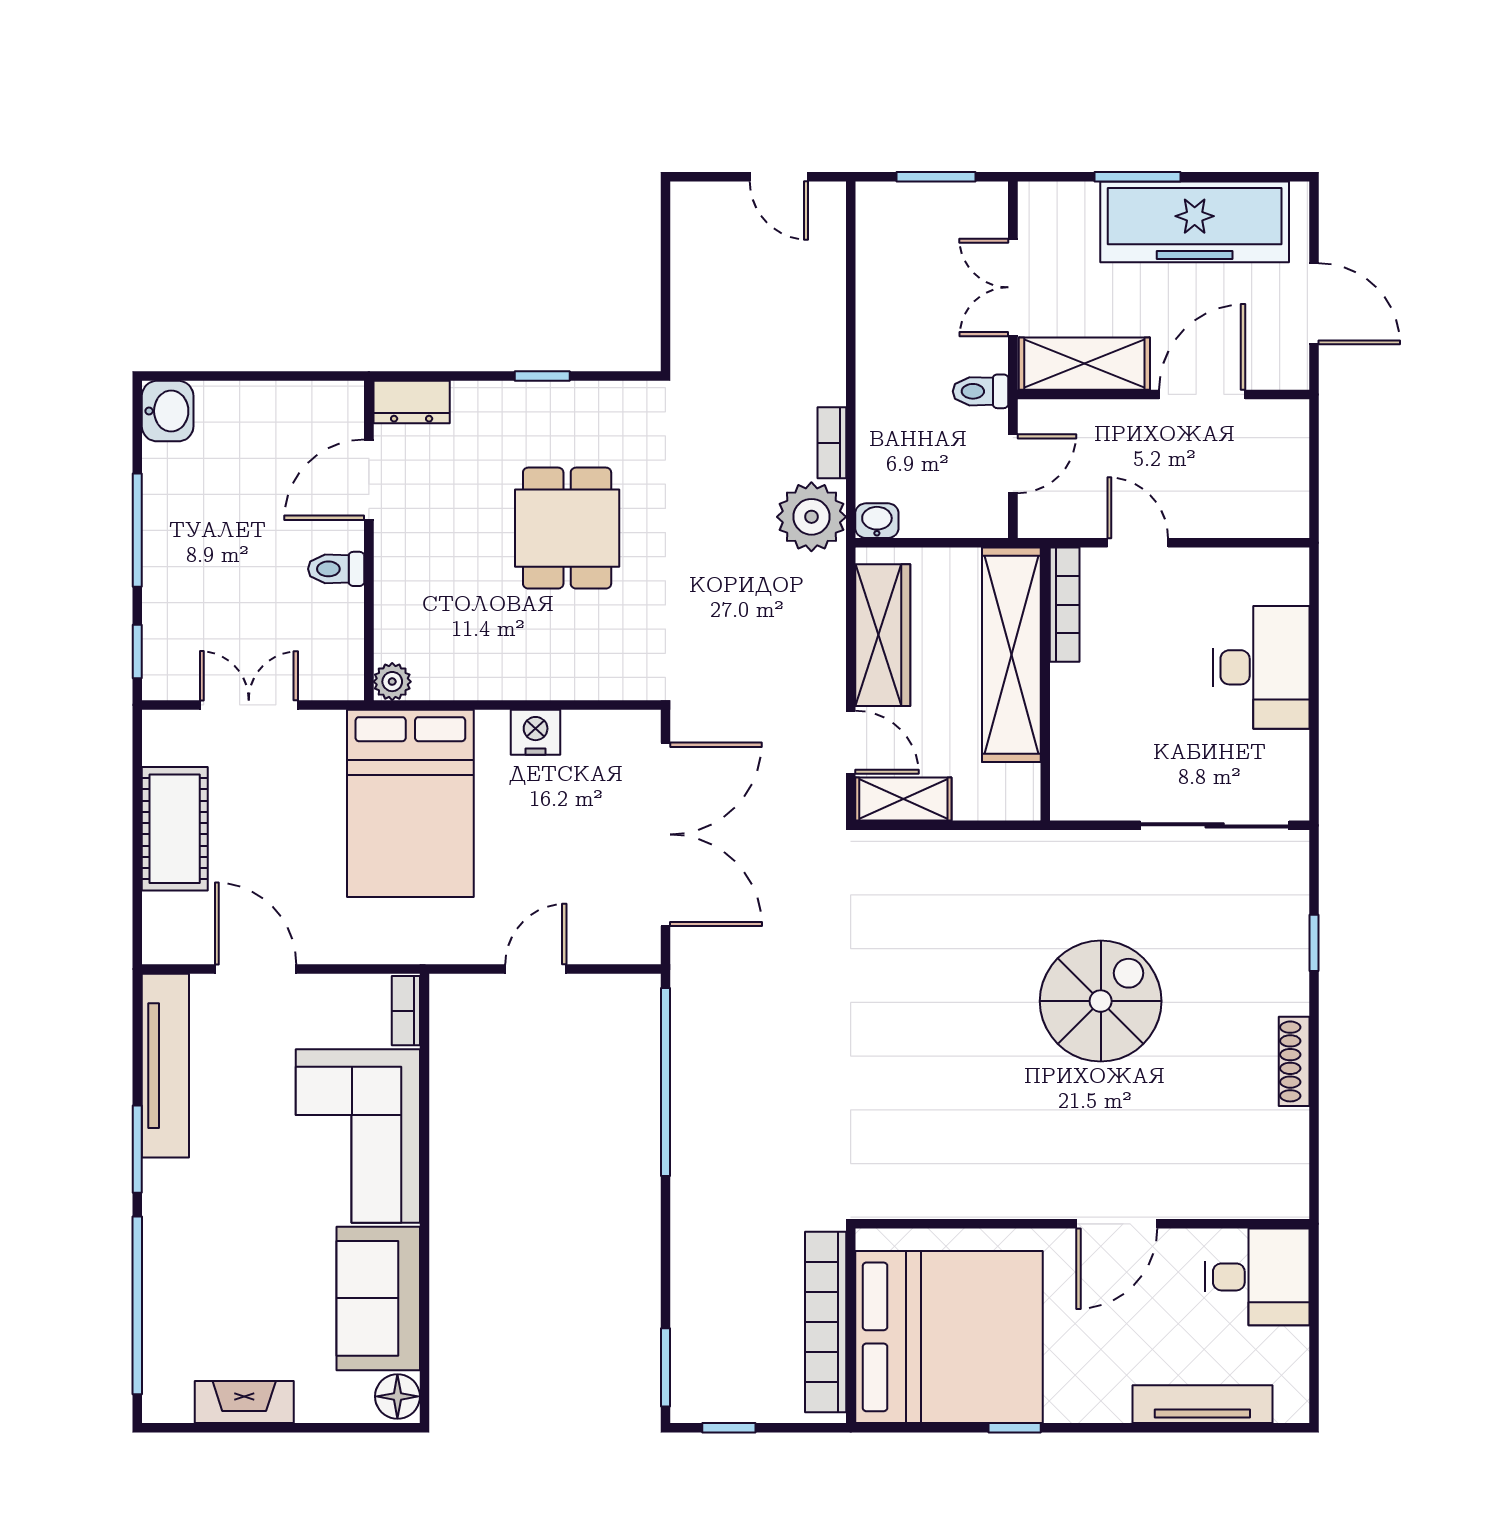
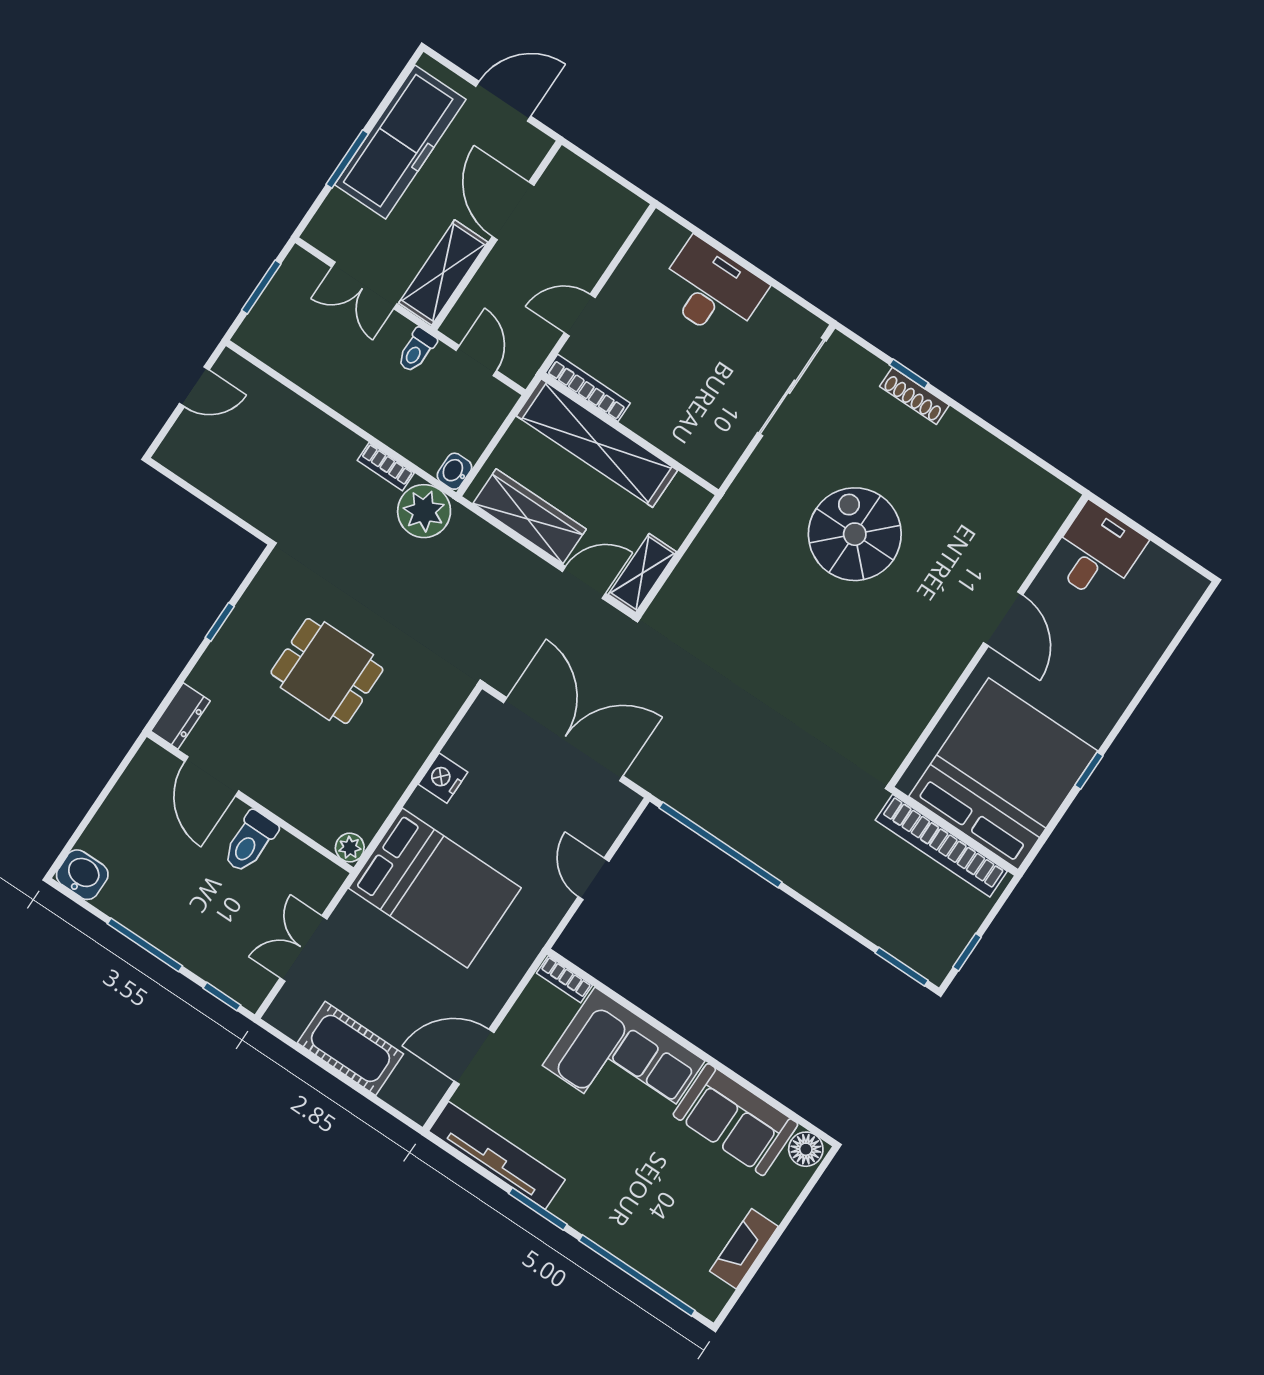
toilet: (336, 569) -> (250, 842), width x1.37, depth x1.39
shoe rack: (1294, 1061) -> (914, 396), moved
tv unit: (1202, 1404) -> (1154, 641), removed

